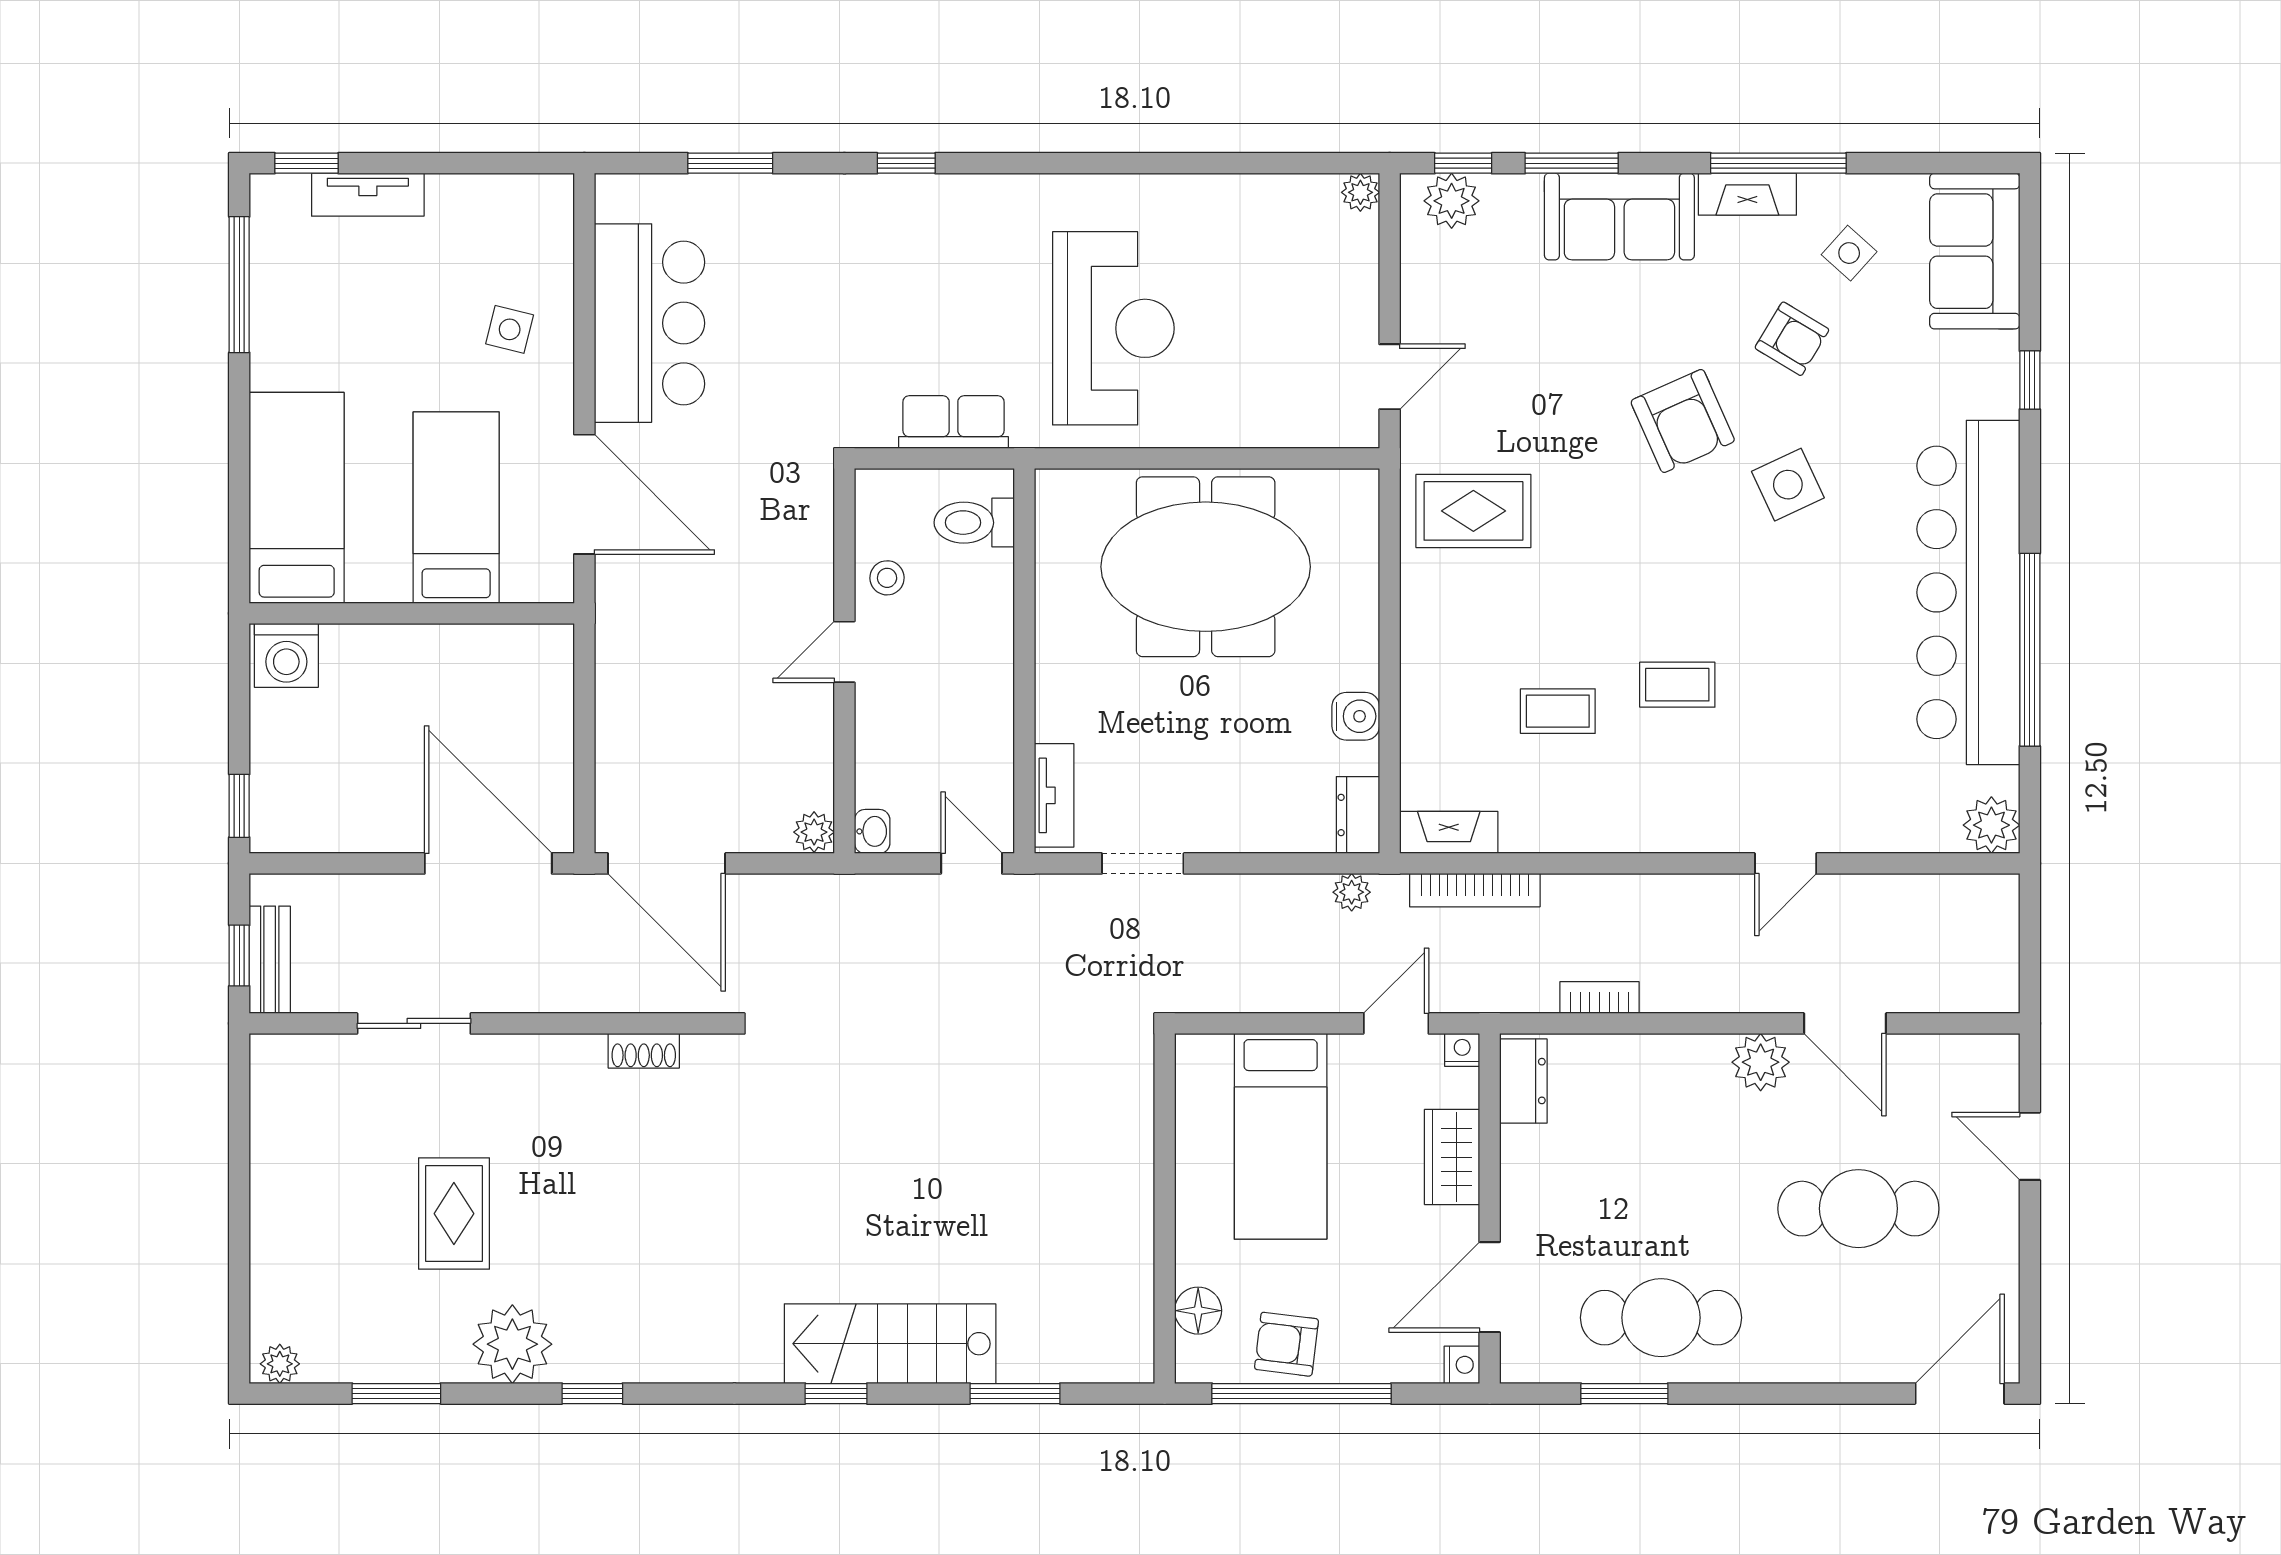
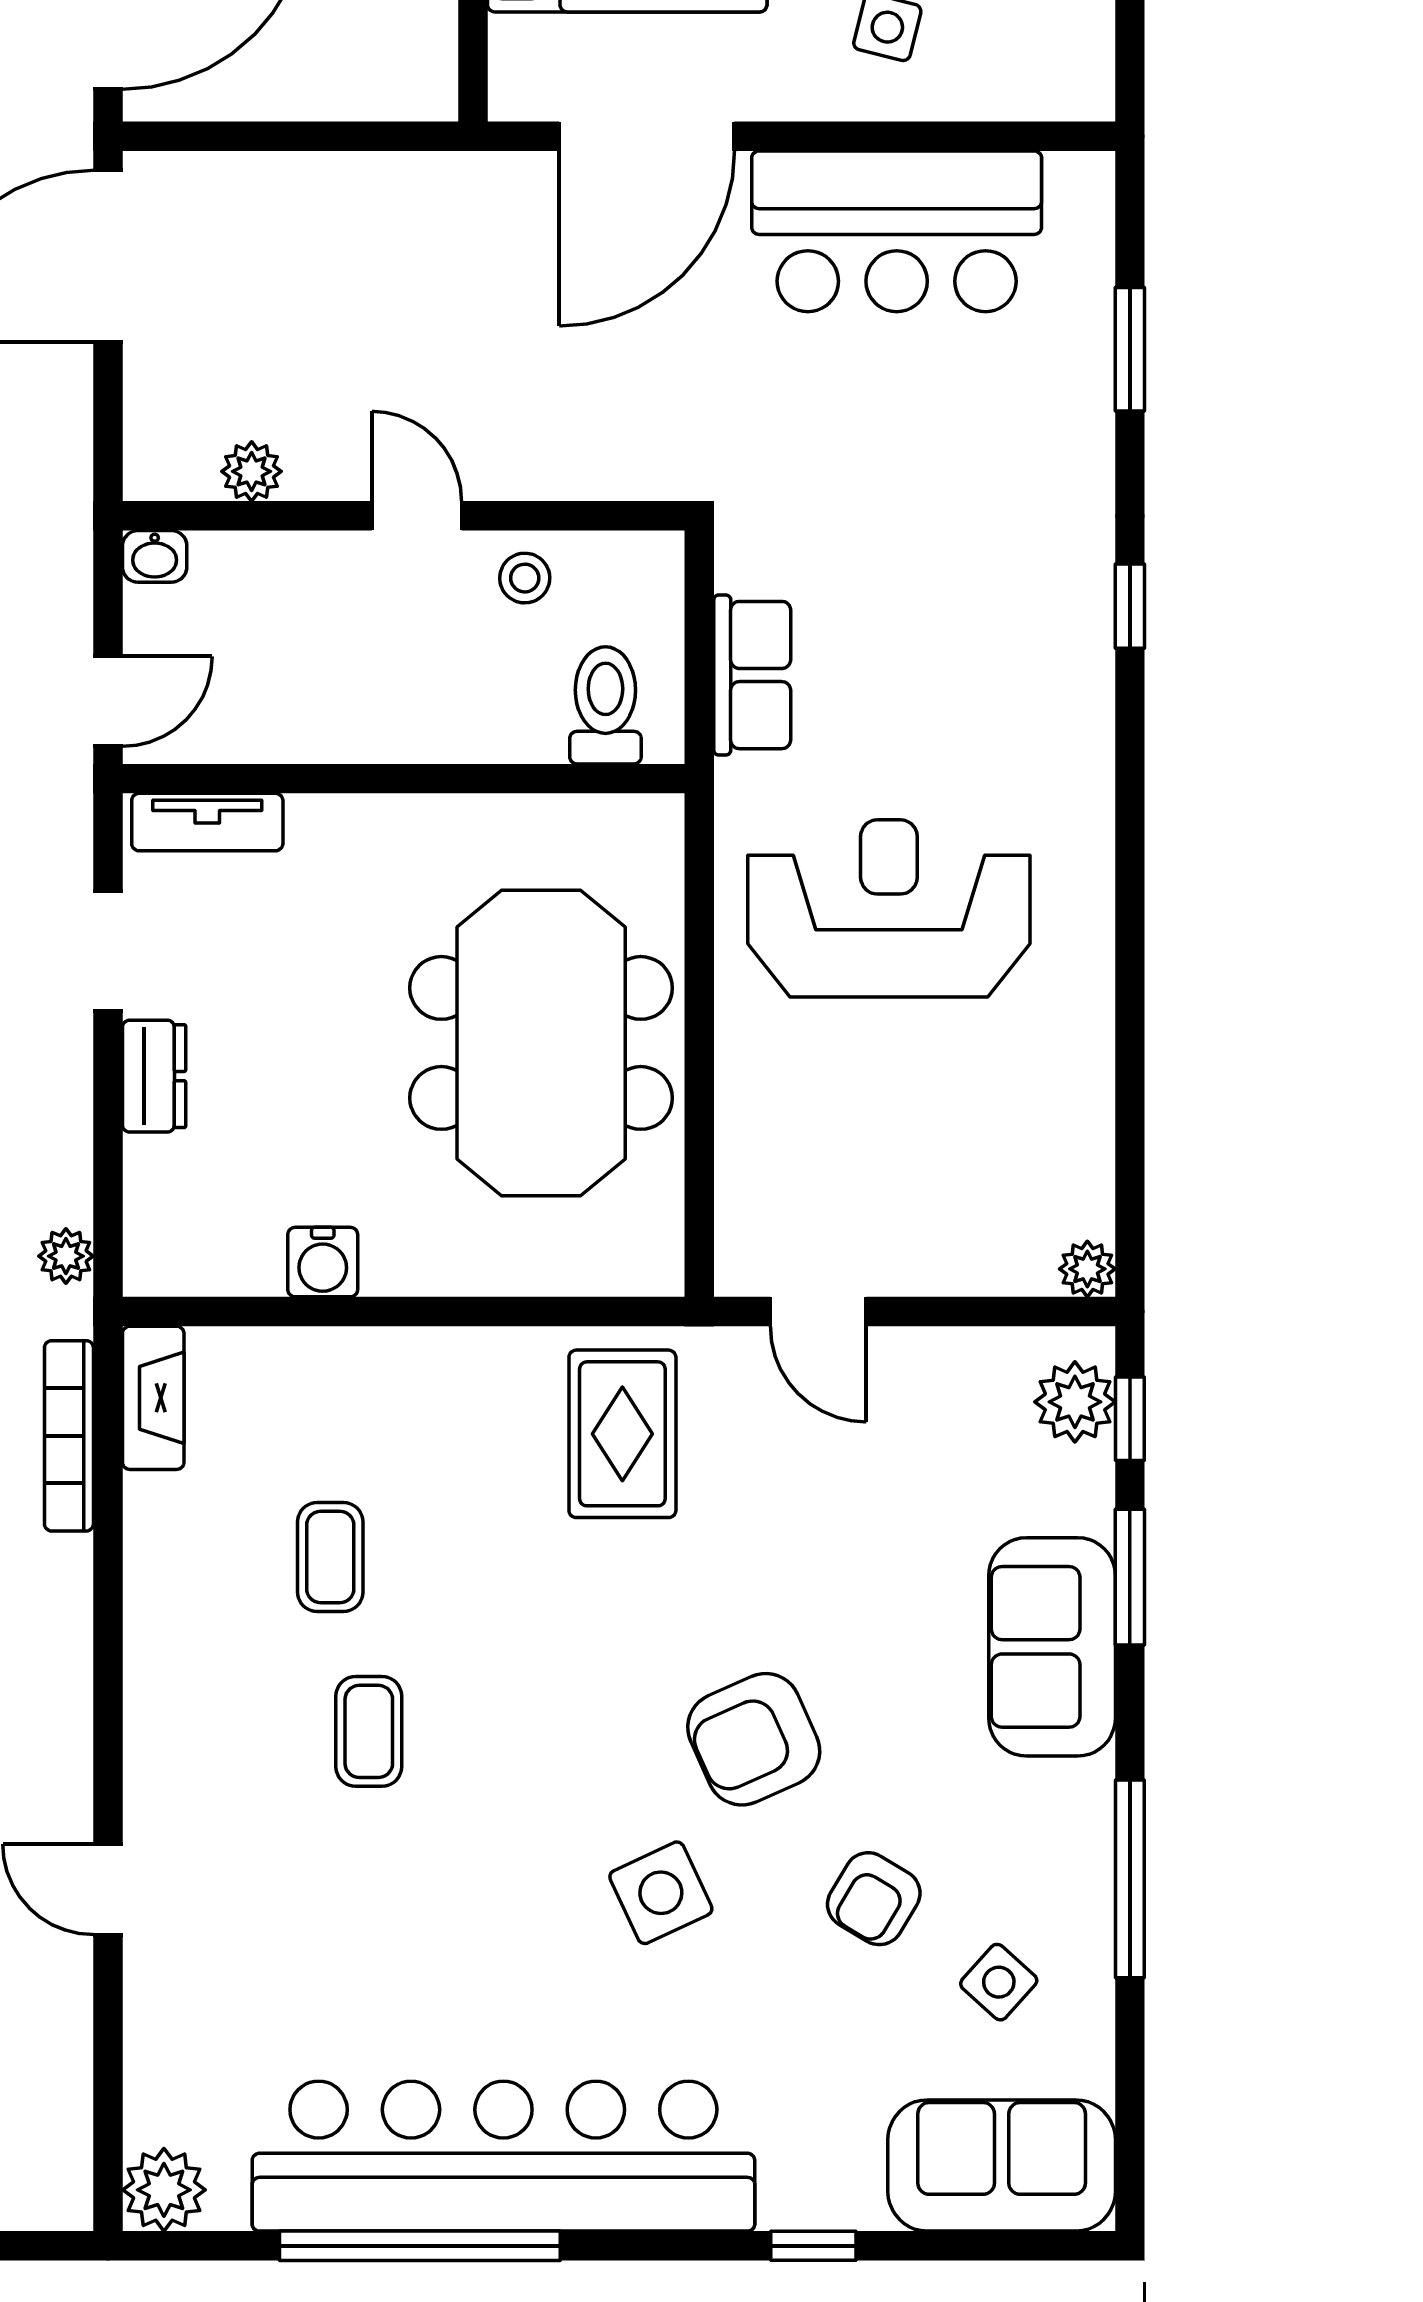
fireplace: (1747, 194) -> (1085, 1834), removed
reception desk: (1113, 328) -> (889, 908), turned 180
dresser: (1358, 815) -> (154, 1076), moved, turned 90
plant: (814, 832) -> (252, 471), moved

